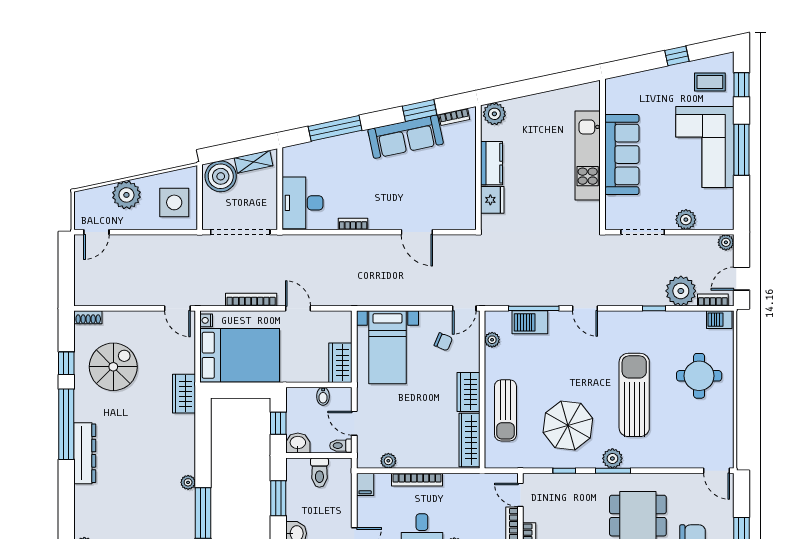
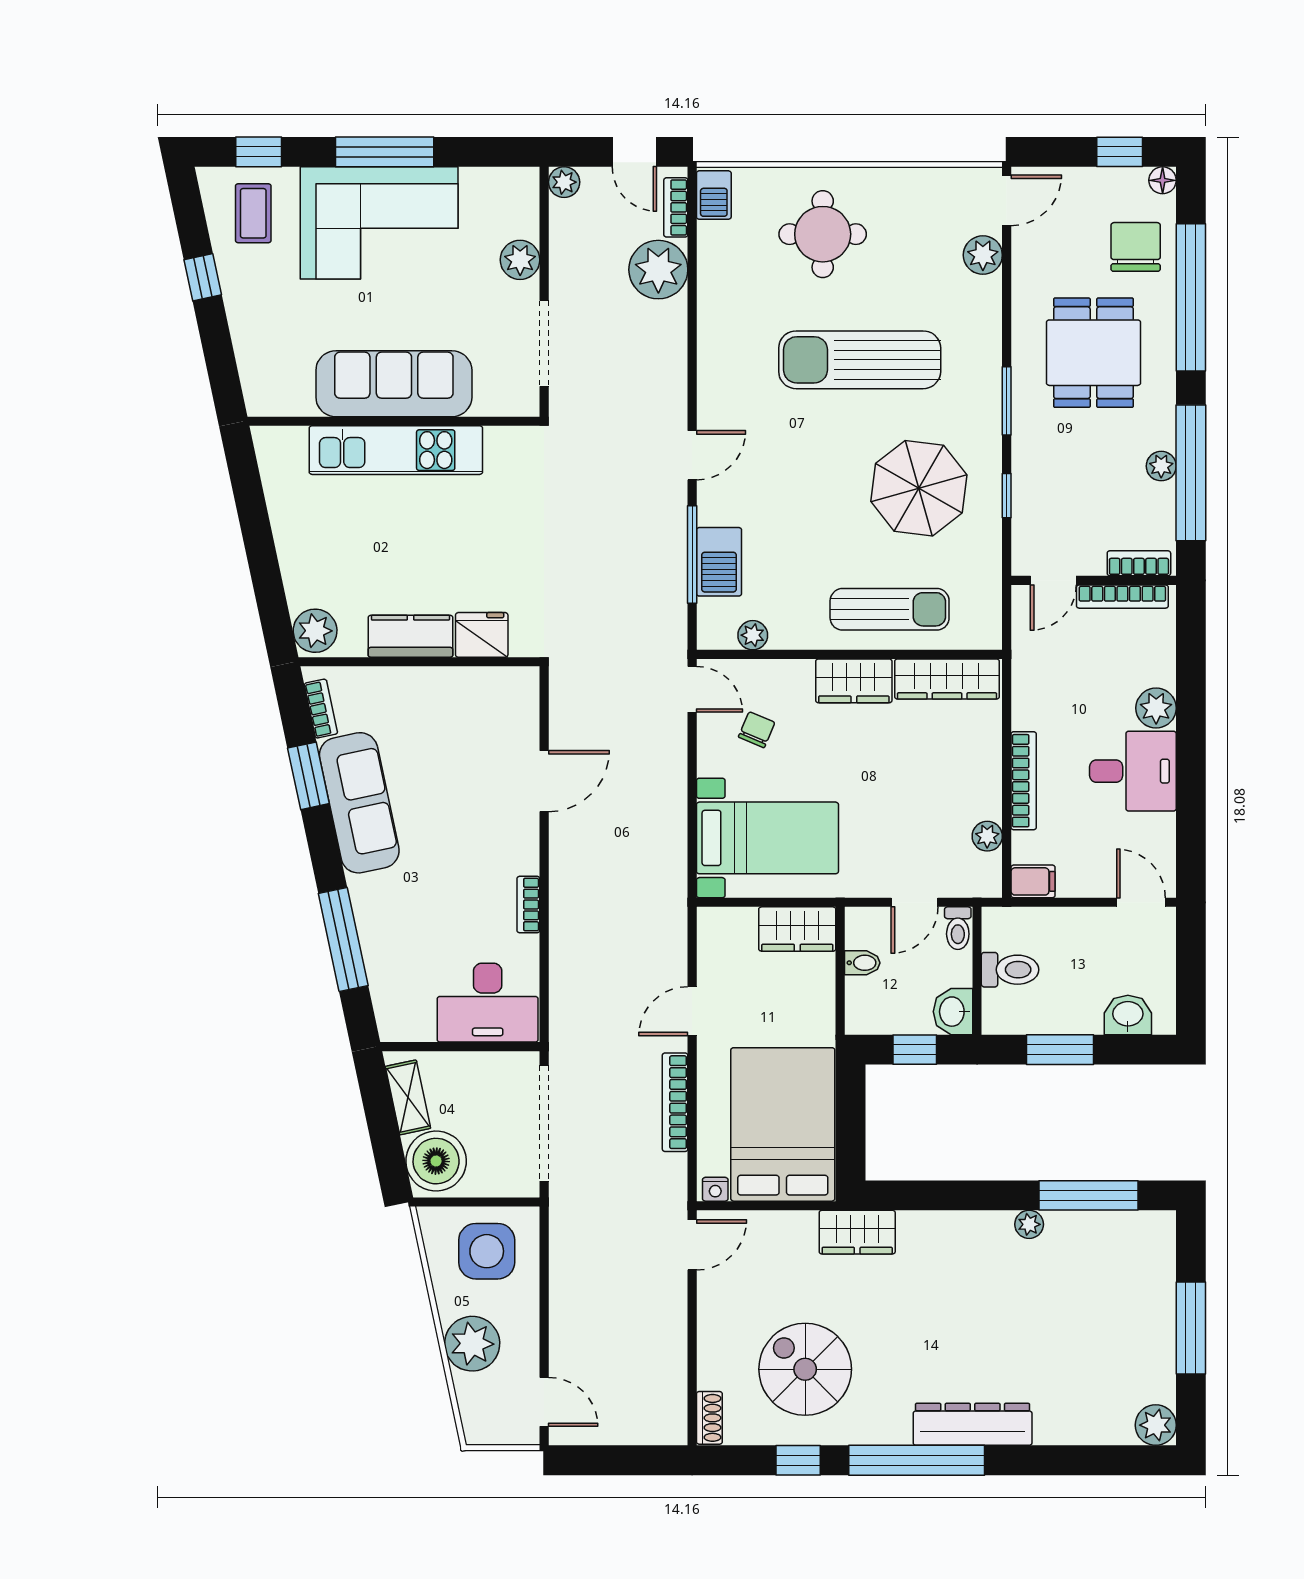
window: (654, 308) -> (692, 322), removed
plant: (612, 458) -> (983, 255), moved

